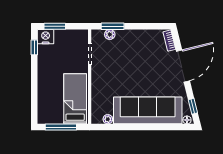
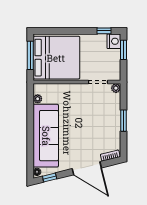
window: (113, 26) -> (123, 121), moved
plant: (110, 34) -> (116, 88), moved
bed: (75, 99) -> (56, 58), width x2.04

